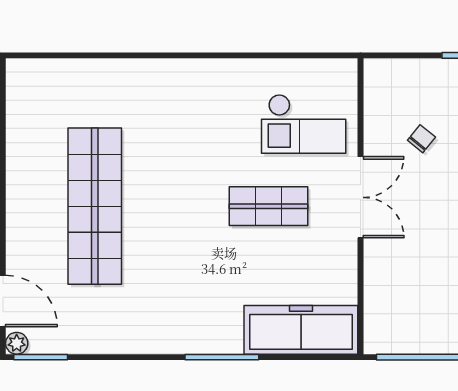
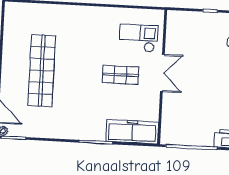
checkout: (304, 124) -> (138, 38), turned 180
chair: (421, 139) -> (191, 48), removed

